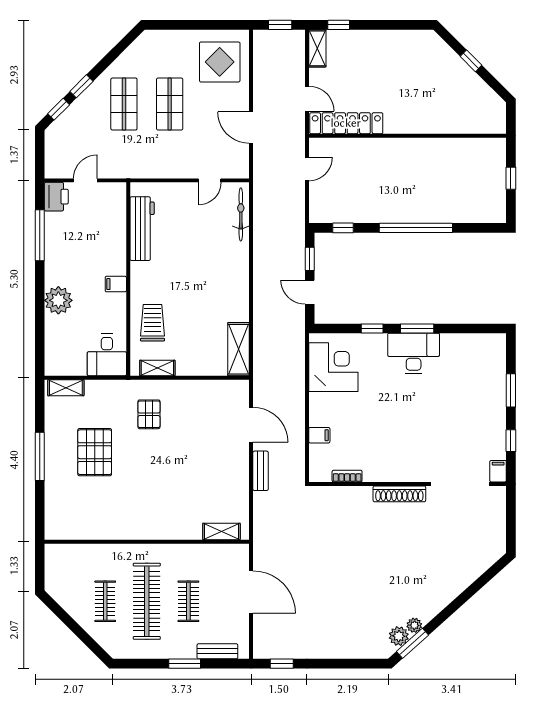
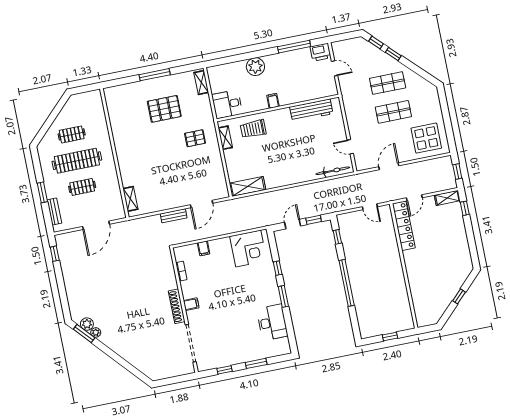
trolley: (152, 323) -> (253, 129), turned 180
desk: (414, 353) -> (272, 322), moved
filing cabinet: (498, 471) -> (191, 304), moved

